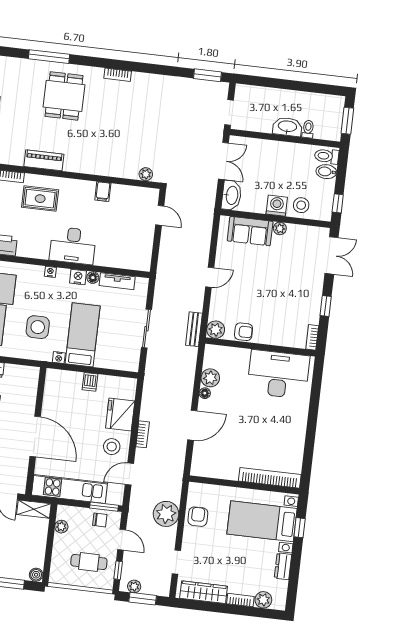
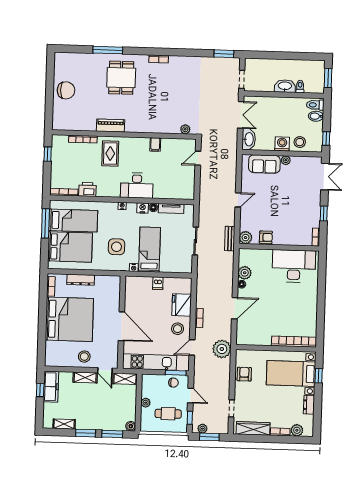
rug: (40, 199) -> (110, 154), turned 90
door: (160, 215) -> (198, 158), swing flipped
plant: (166, 514) -> (222, 349), moved
plant: (61, 527) -> (146, 403), moved

